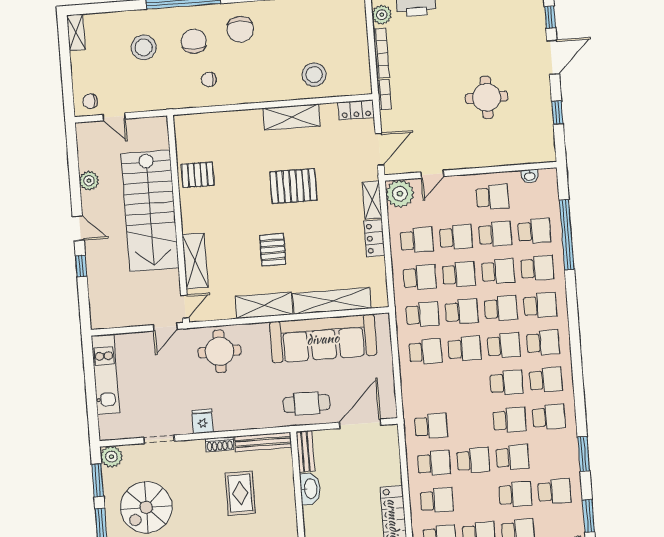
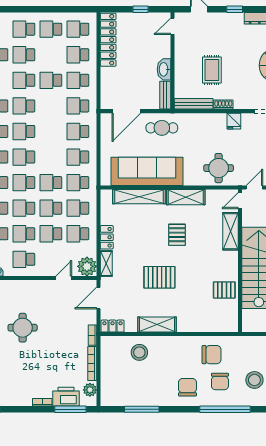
chair: (209, 79) -> (212, 355), width x1.87, depth x1.87
school desk: (465, 349) -> (78, 131), moved

